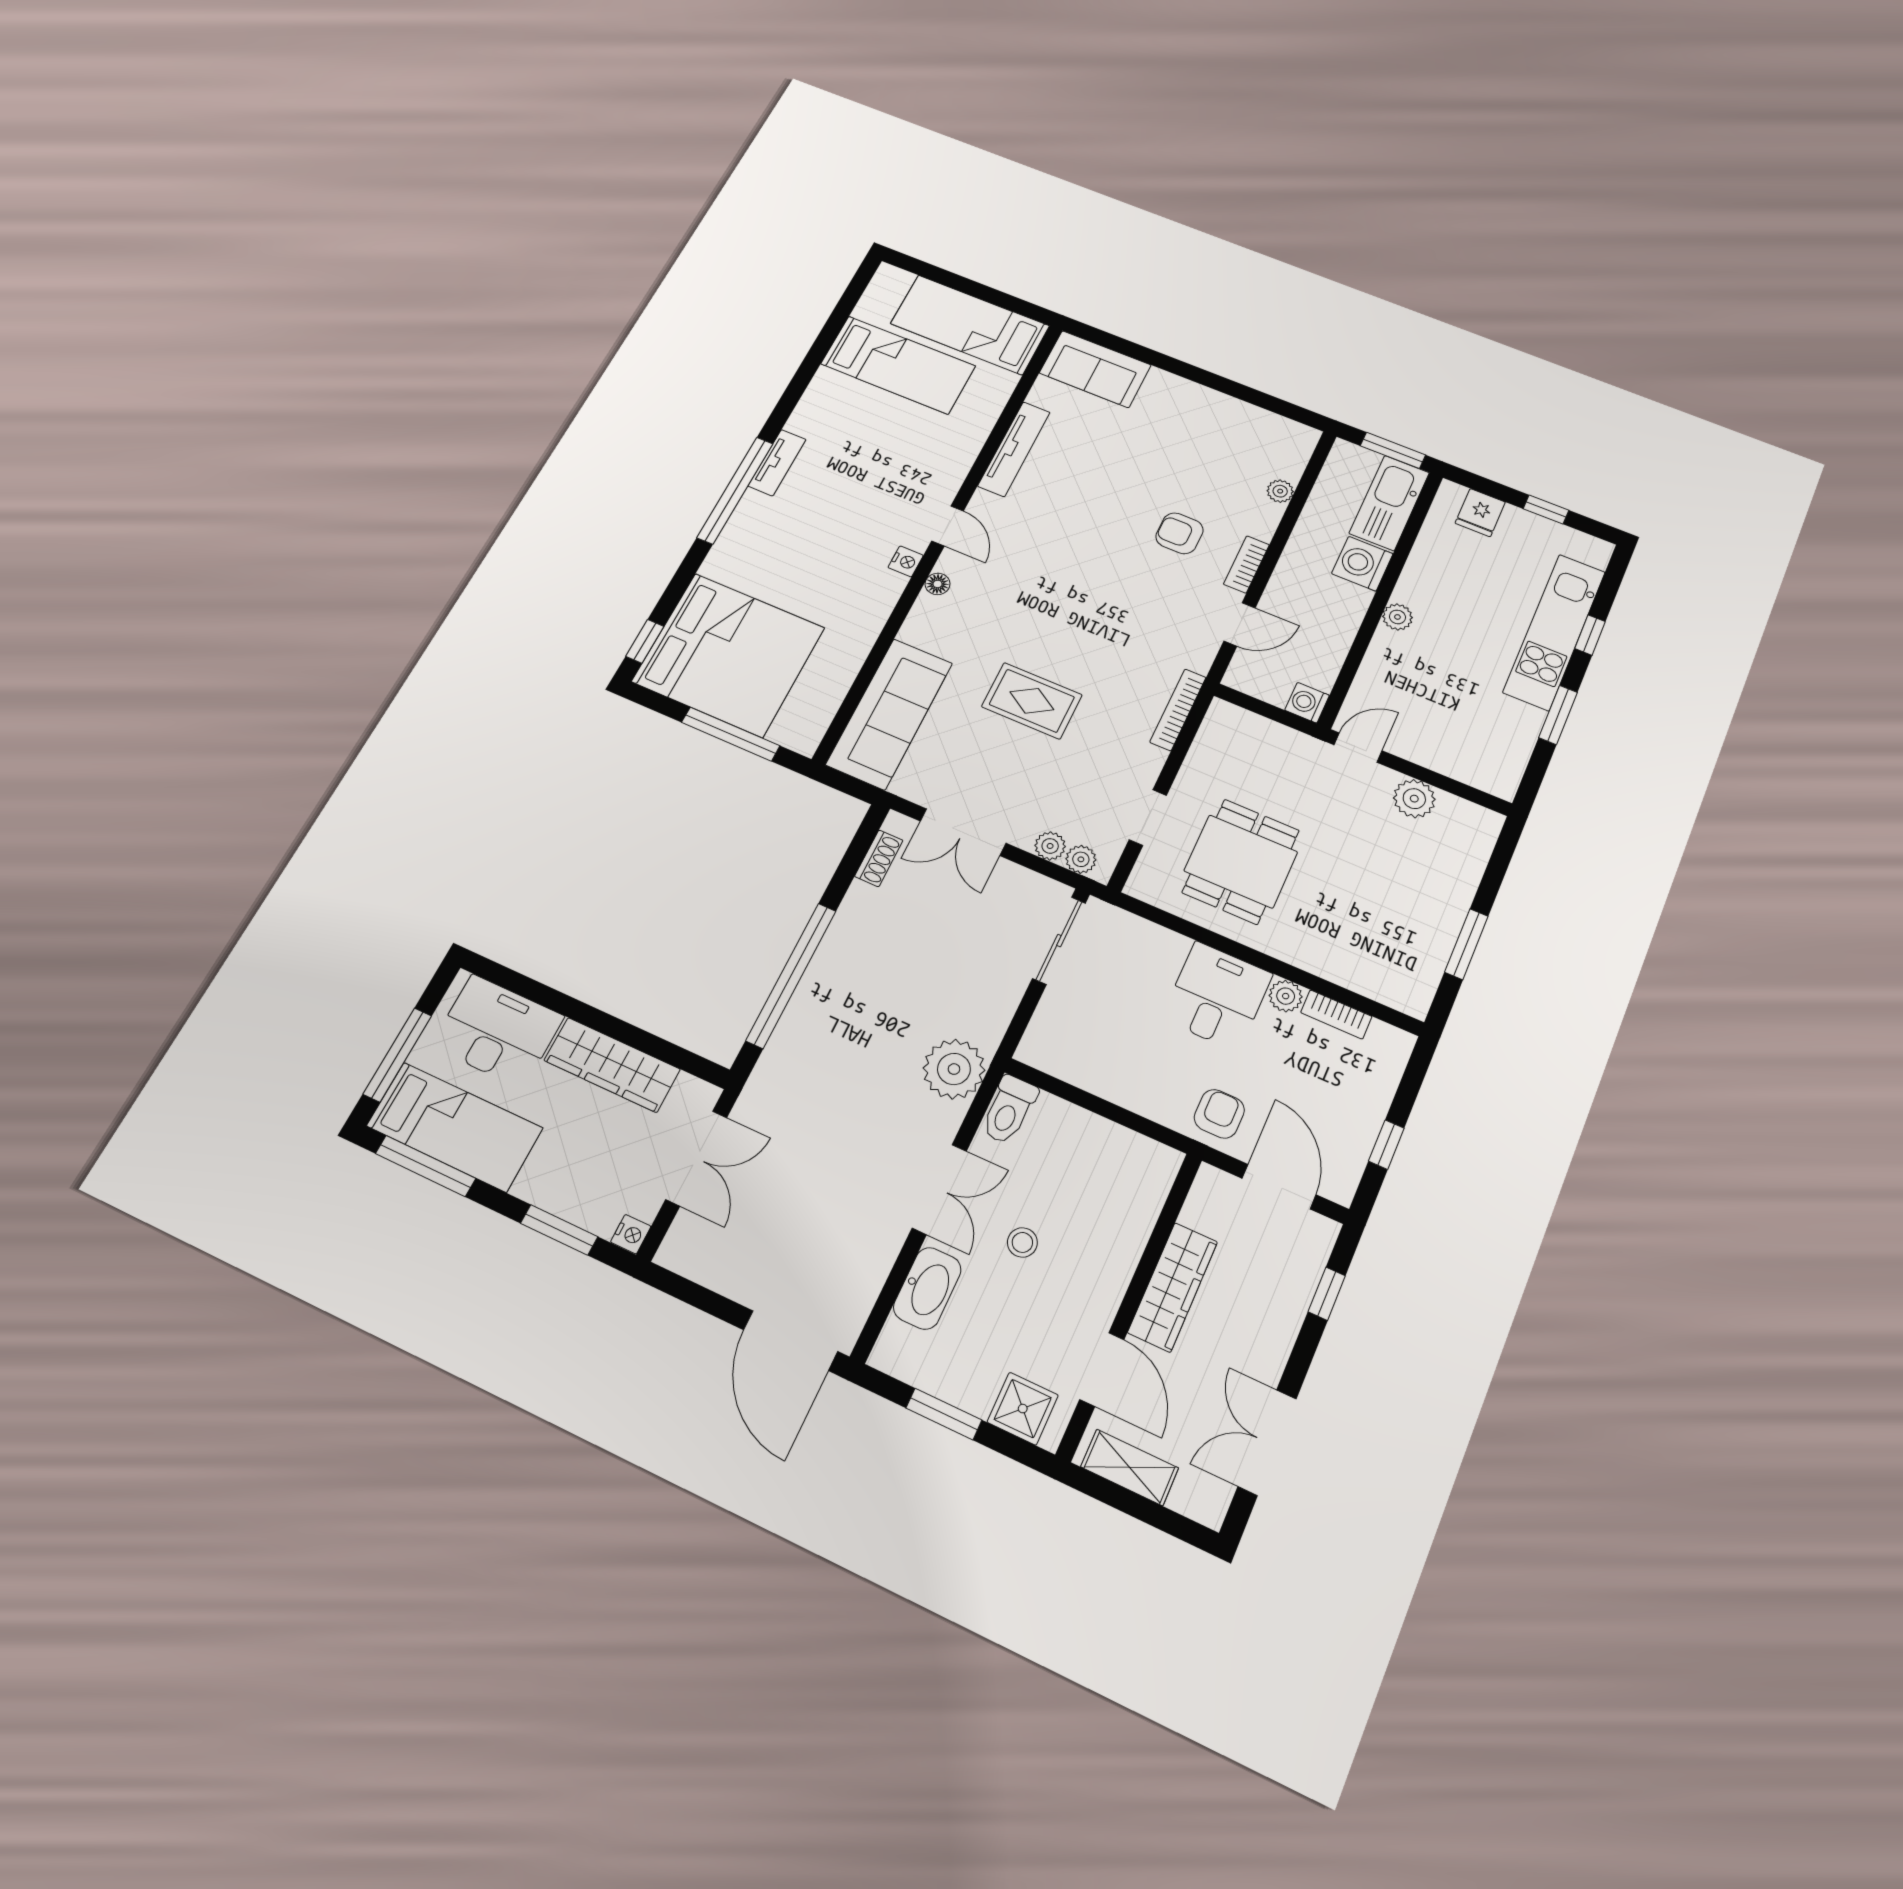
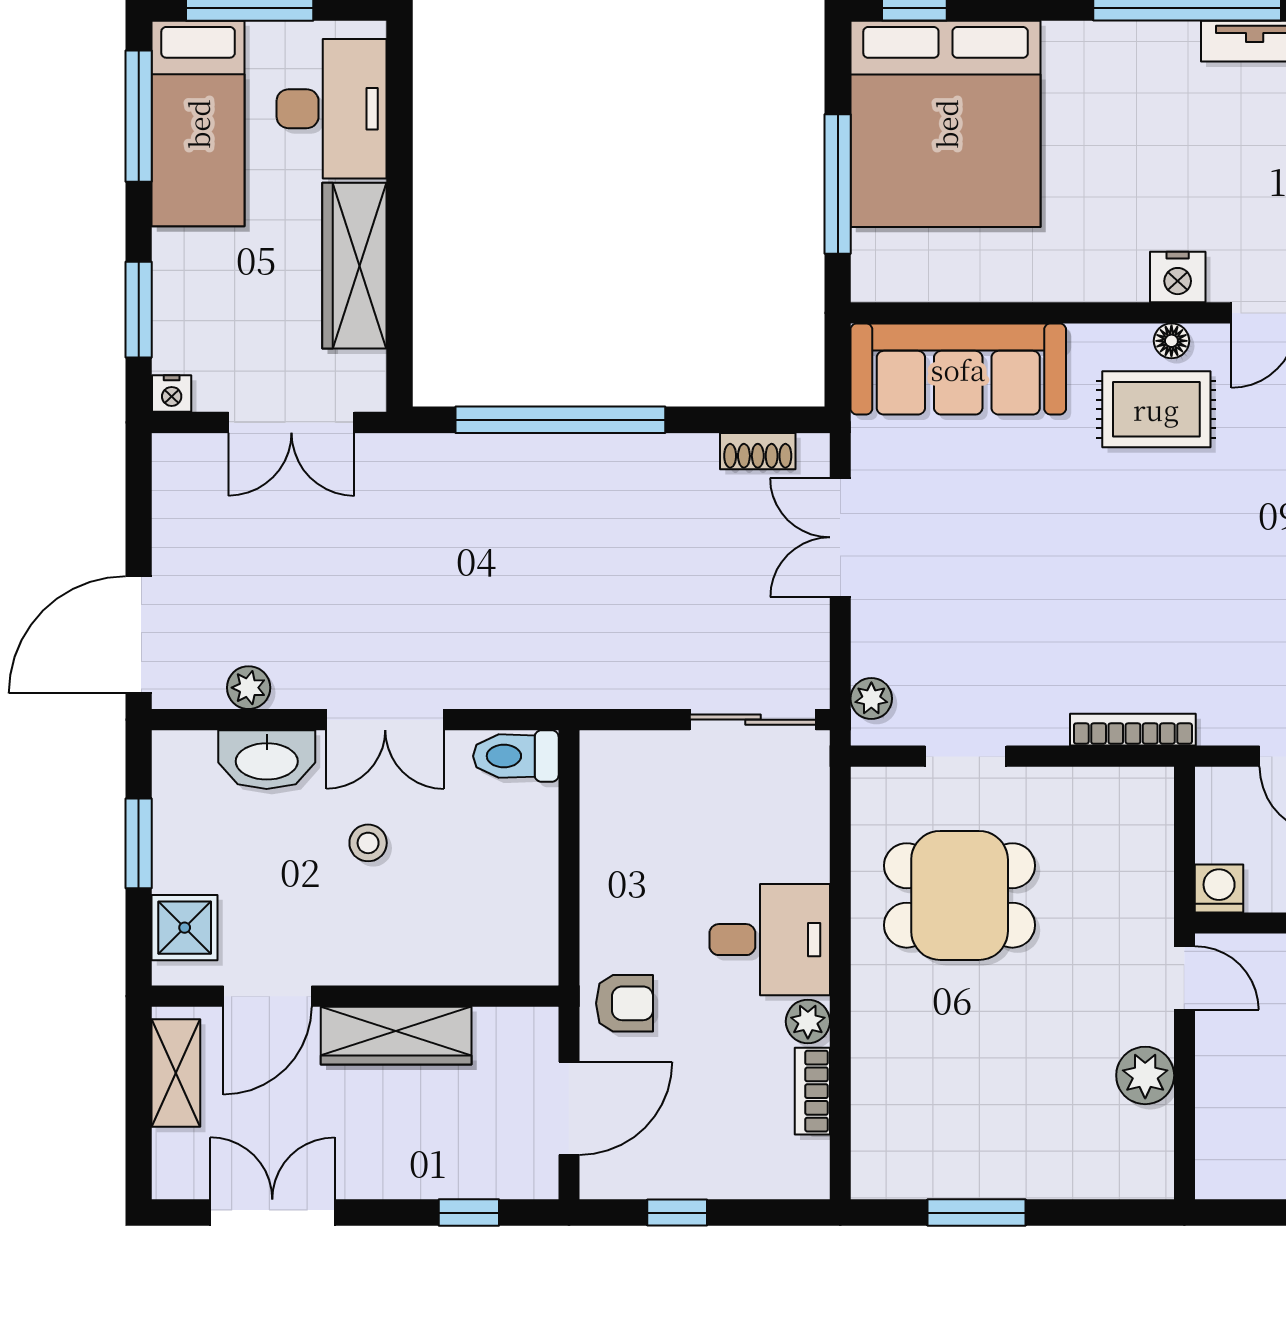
nightstand: (906, 561) -> (1178, 277), width x1.39, depth x1.35
rug: (1032, 701) -> (1156, 409), moved, turned 90
plant: (1050, 846) -> (872, 653), removed
plant: (954, 1069) -> (249, 688), moved, width x0.53, depth x0.53

